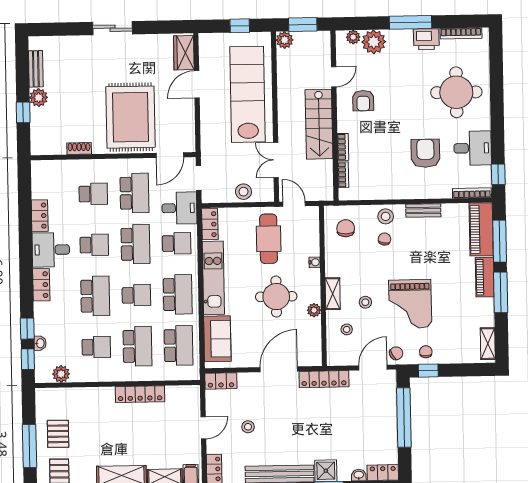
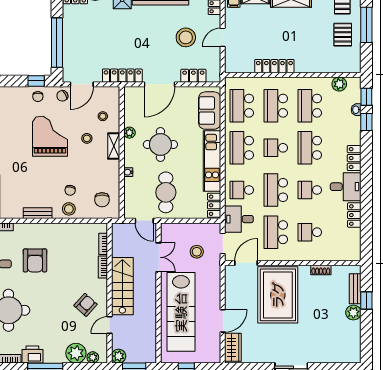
plant: (285, 40) -> (119, 356), moved
bench: (36, 69) -> (355, 289), moved
armchair: (363, 101) -> (86, 305), turned 42
stool: (243, 192) -> (197, 252), moved
school desk: (96, 347) -> (310, 106), width x1.85
locker: (221, 381) -> (193, 76), moved
stool: (248, 427) -> (186, 37), width x1.89, depth x1.89

